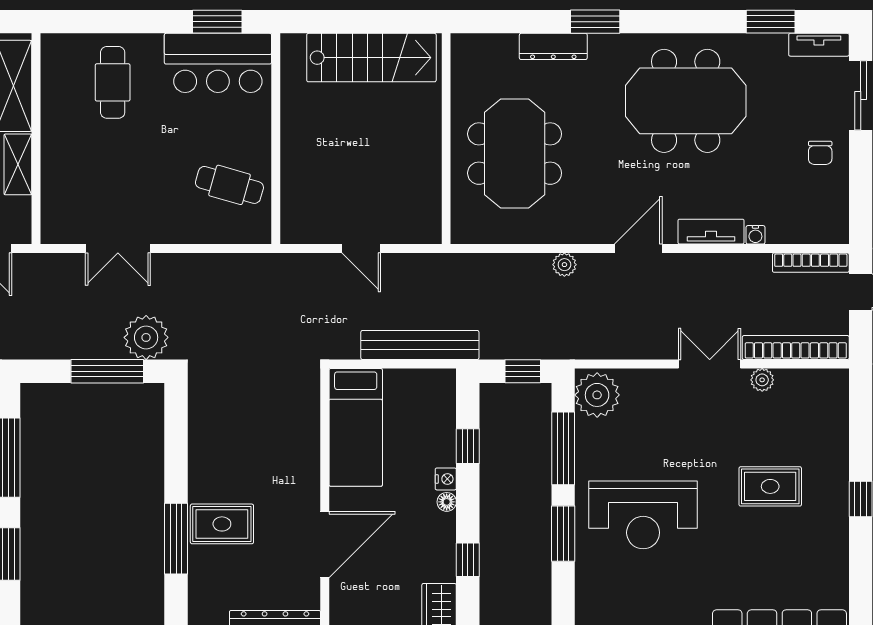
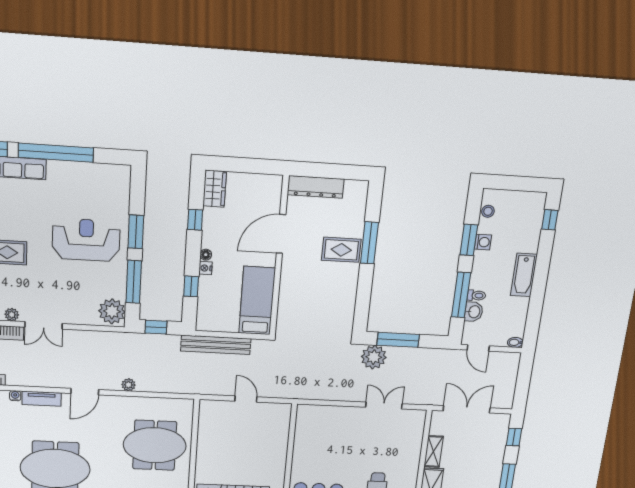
meeting table: (515, 154) -> (155, 445), turned 90
cafe table: (229, 185) -> (318, 436), removed

